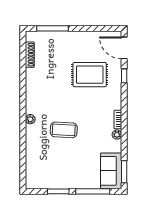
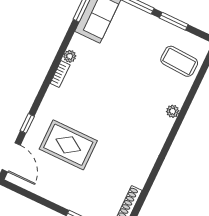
plant: (30, 119) -> (173, 111), moved
coffee table: (64, 130) -> (179, 61), moved

